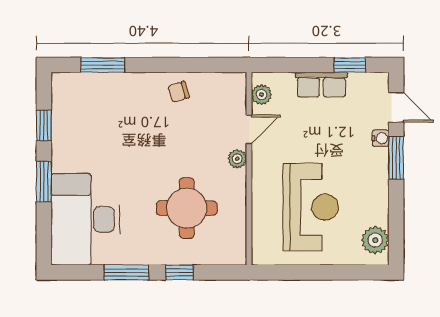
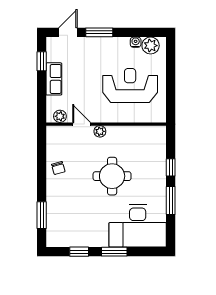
water cooler: (381, 138) -> (136, 42), moved
round table: (187, 208) -> (112, 176), moved

